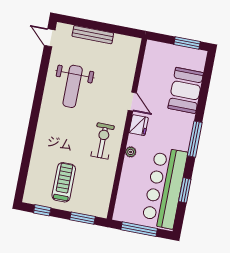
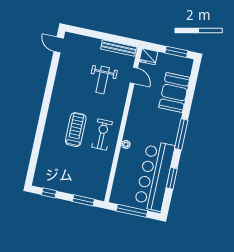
bench: (93, 35) -> (119, 48), moved
weight bench: (73, 86) -> (103, 80), moved, width x0.73, depth x0.75
door: (132, 102) -> (134, 75), moved
fridge: (139, 125) -> (149, 57), moved, turned 90
treadmill: (64, 182) -> (76, 130), moved

